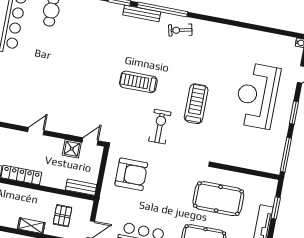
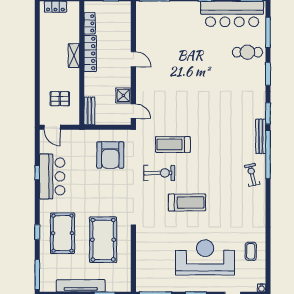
coffee table: (260, 47) -> (251, 251), added
treadmill: (138, 82) -> (173, 145), moved, turned -90
shelving: (31, 226) -> (74, 56), moved

